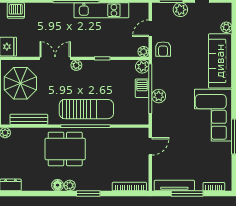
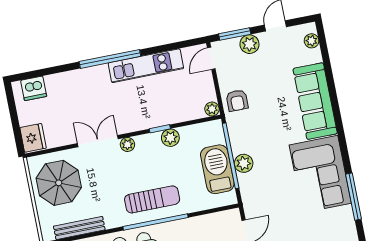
plant: (226, 27) -> (312, 41), moved
door: (150, 28) -> (211, 58), moved
plant: (142, 67) -> (170, 138), moved
barbecue: (142, 88) -> (217, 169), width x1.88, depth x1.53
sun lounger: (86, 109) -> (152, 199), width x0.73, depth x0.75

